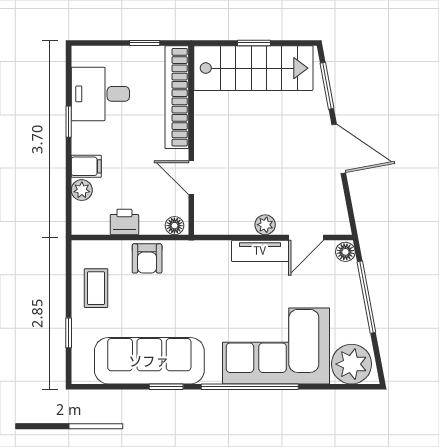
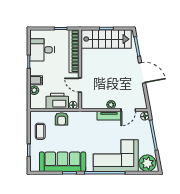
printer: (124, 222) -> (57, 101), width x1.87, depth x1.48

